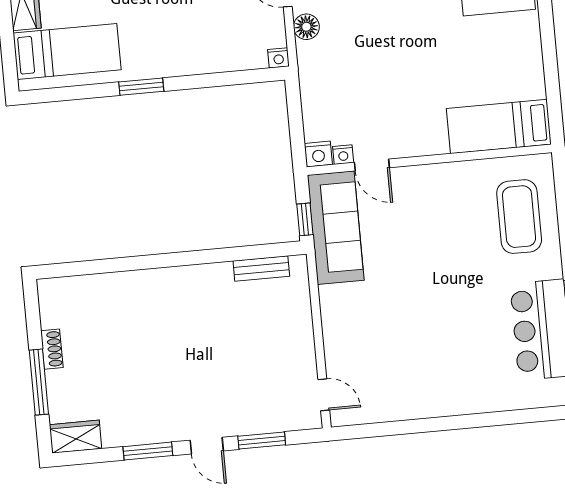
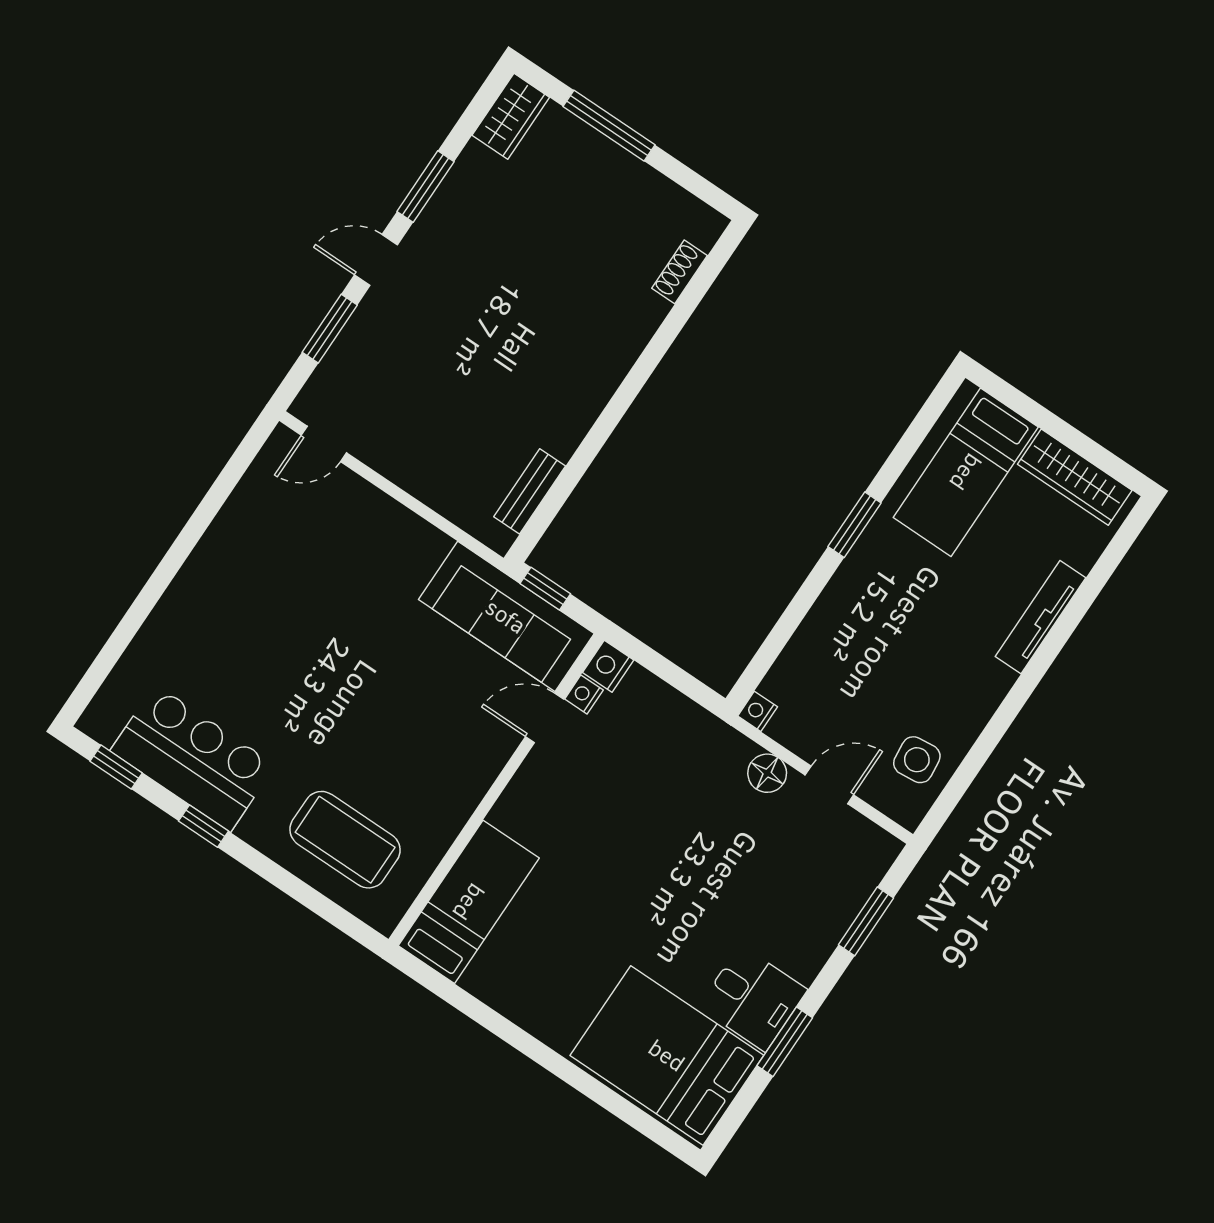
shoe rack: (52, 349) -> (679, 272), moved, turned 90

